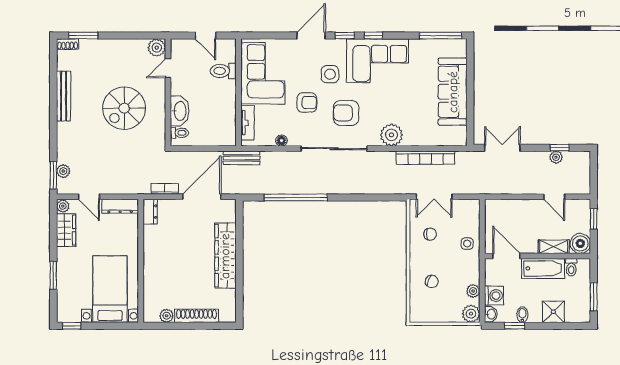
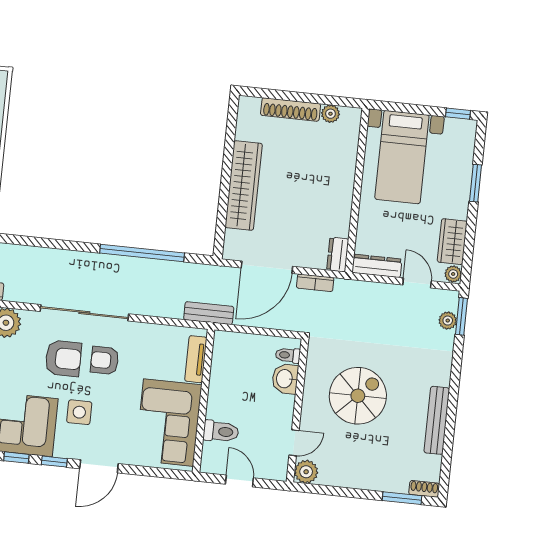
armchair: (307, 102) -> (105, 360), moved
washbasin: (180, 111) -> (285, 379), width x0.72
floor lamp: (281, 141) -> (153, 331), removed

